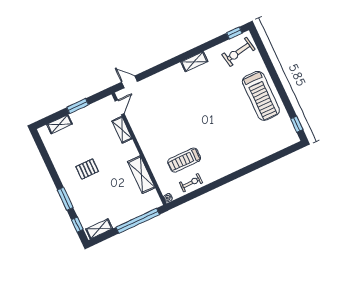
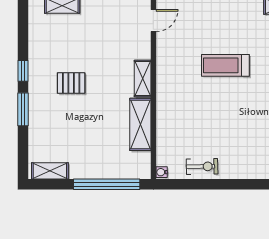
shelving: (122, 130) -> (143, 78), moved
treadmill: (184, 160) -> (225, 65), moved
window: (77, 225) -> (23, 71), moved

